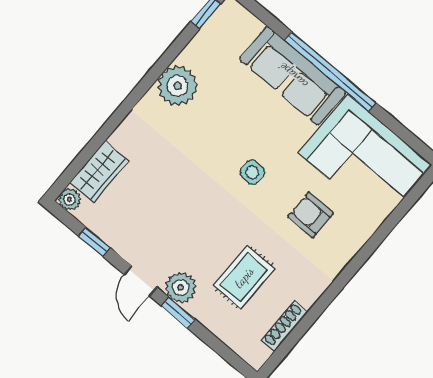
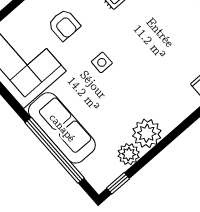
plant: (198, 54) -> (129, 154), added
window: (330, 72) -> (55, 150), moved

